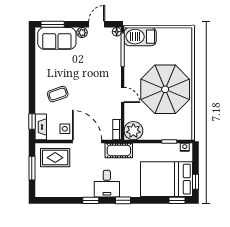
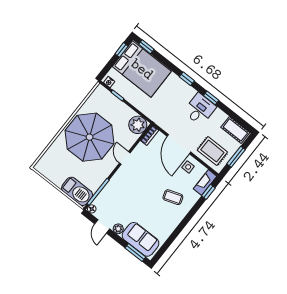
door: (97, 24) -> (102, 226), hinge flipped
cot: (119, 150) -> (235, 130), moved
desk: (107, 184) -> (200, 109), moved

